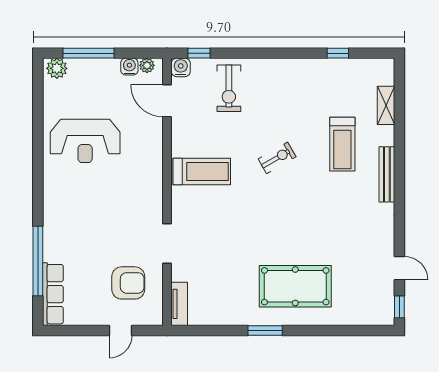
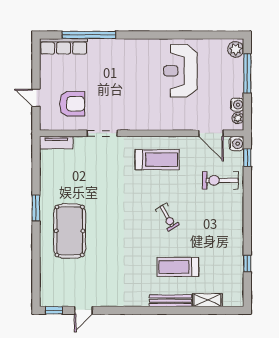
door: (167, 101) -> (211, 133), swing flipped
treadmill: (202, 171) -> (157, 160), turned -90
bench: (387, 174) -> (171, 301), moved
armchair: (128, 283) -> (72, 104), turned -90

